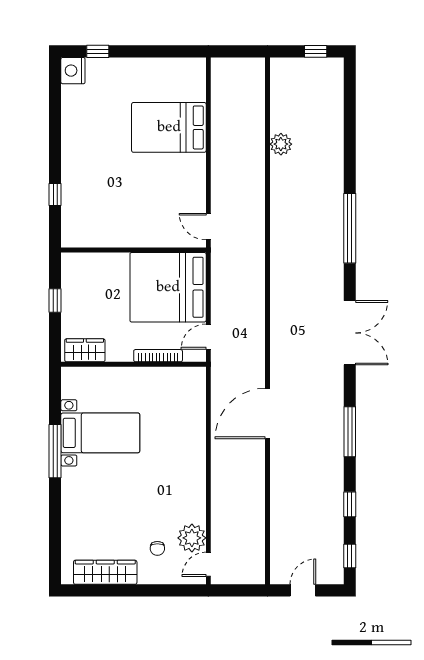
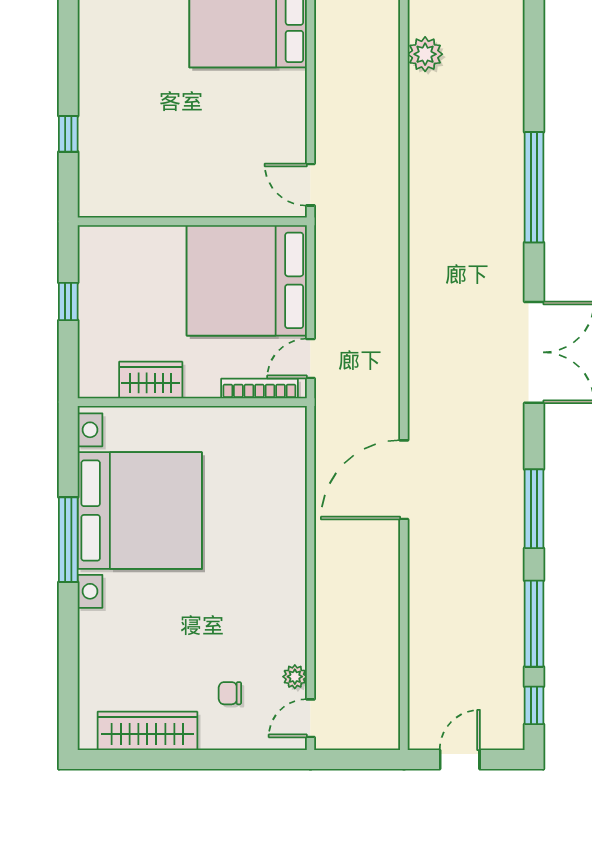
wardrobe: (85, 350) -> (151, 380), moved
bookcase: (158, 356) -> (259, 389), moved
bed with nightstands: (100, 433) -> (140, 511), width x1.85
window: (350, 504) -> (534, 624), width x2.17
plant: (192, 538) -> (295, 677), width x0.53, depth x0.53
chair: (157, 548) -> (230, 693), turned 90

